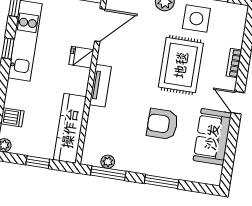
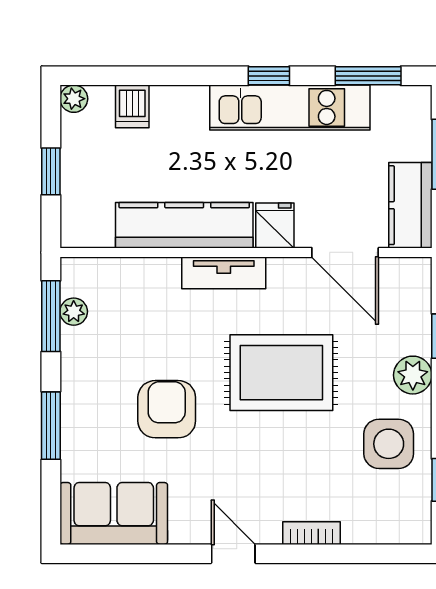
rug: (181, 65) -> (281, 373), moved
door: (238, 103) -> (233, 554), hinge flipped
kitchen counter: (70, 128) -> (184, 225), moved
sofa: (212, 137) -> (114, 513), moved

